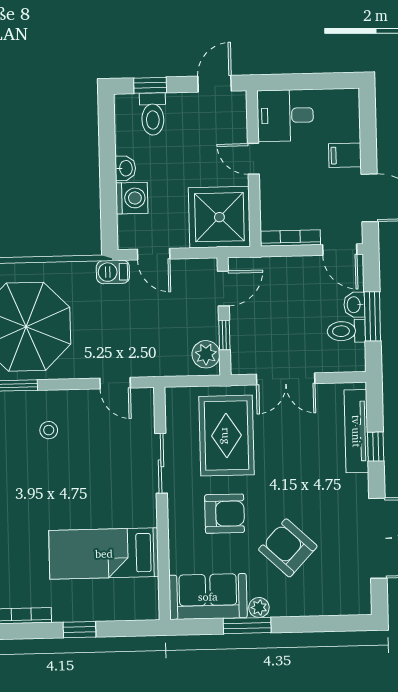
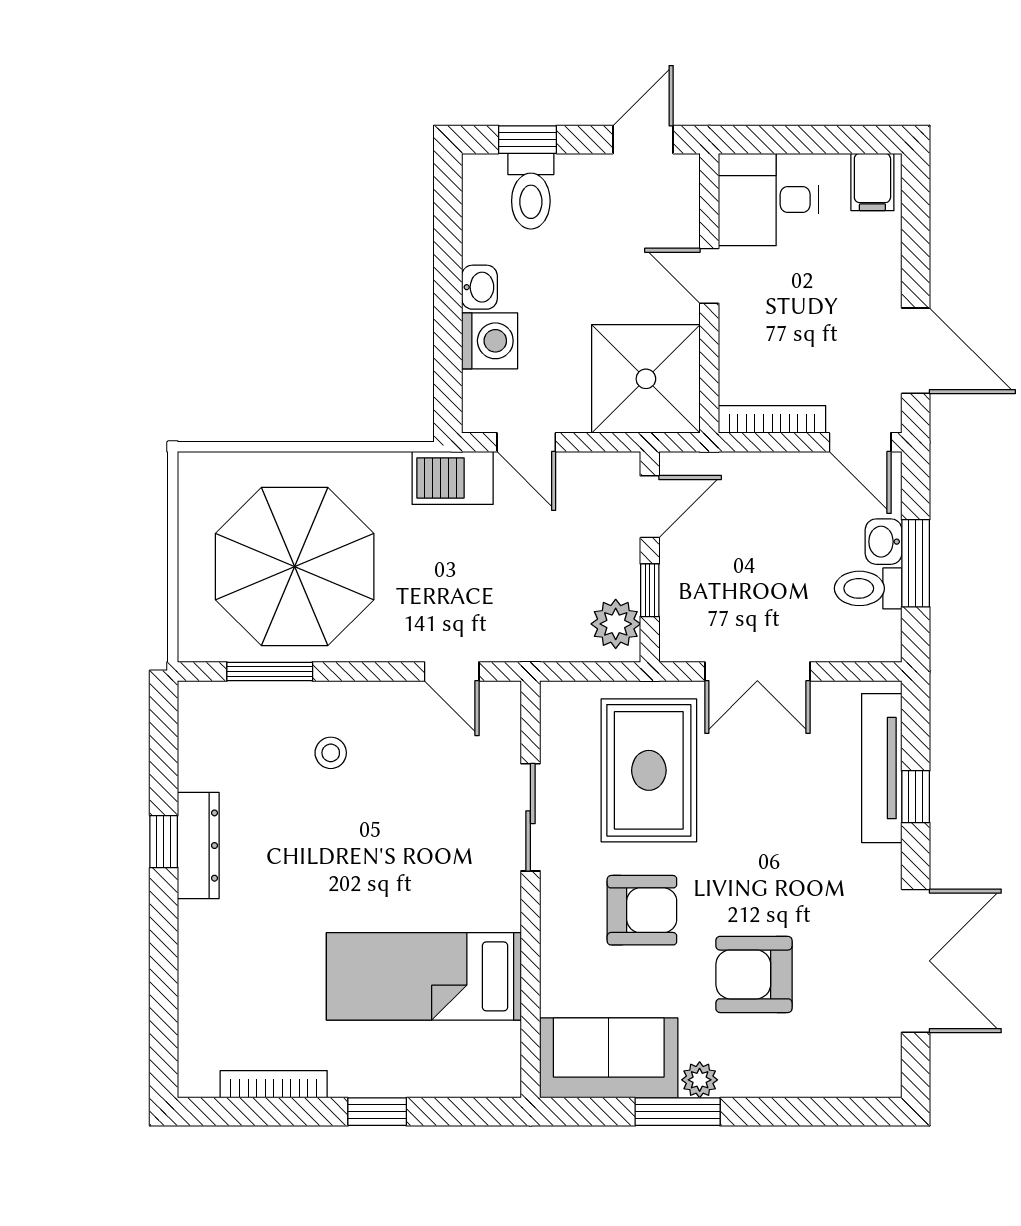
filing cabinet: (345, 155) -> (872, 182), moved, turned -90
barbecue: (113, 272) -> (453, 478), width x1.38, depth x1.27
armchair: (288, 548) -> (754, 974), turned -43

